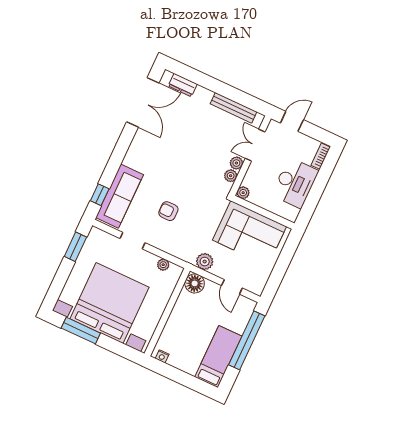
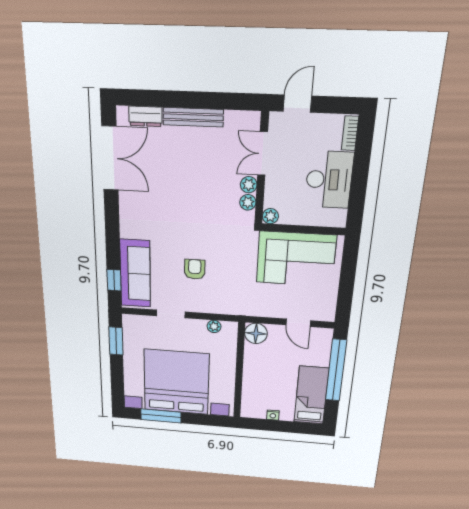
bench: (233, 108) -> (193, 117), moved
armchair: (168, 211) -> (195, 269), turned 90
plant: (205, 262) -> (257, 307), removed
nightstand: (162, 356) -> (273, 415), moved

